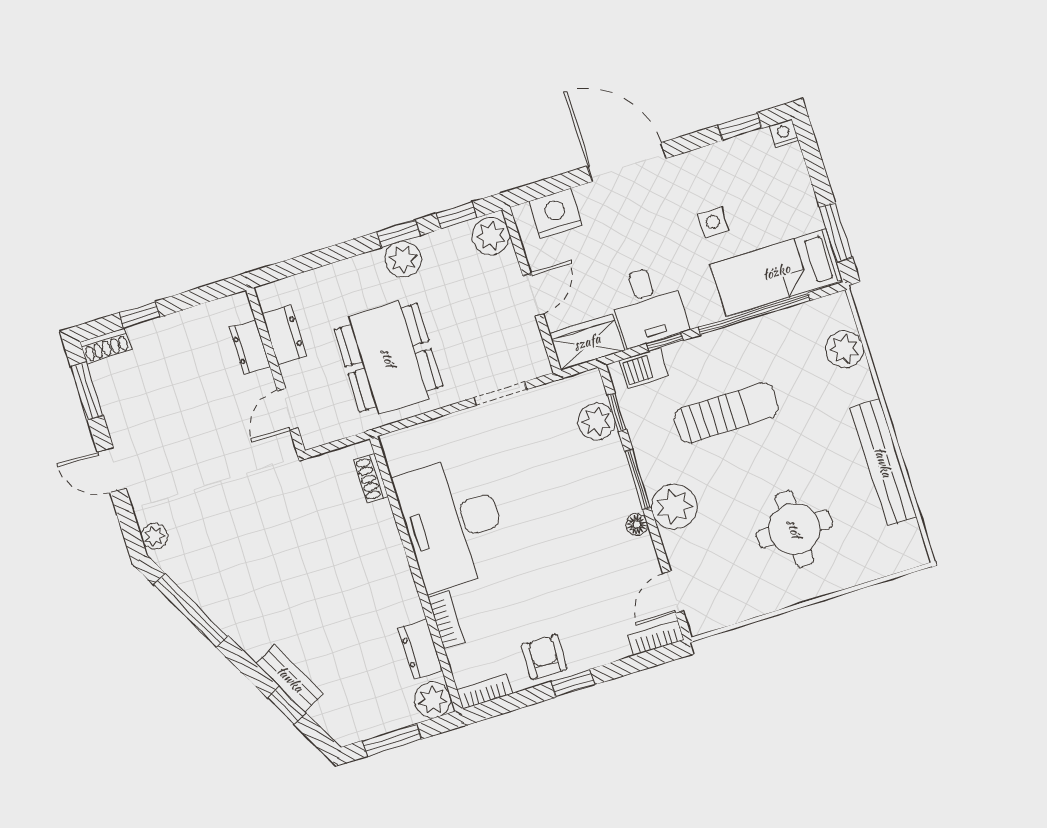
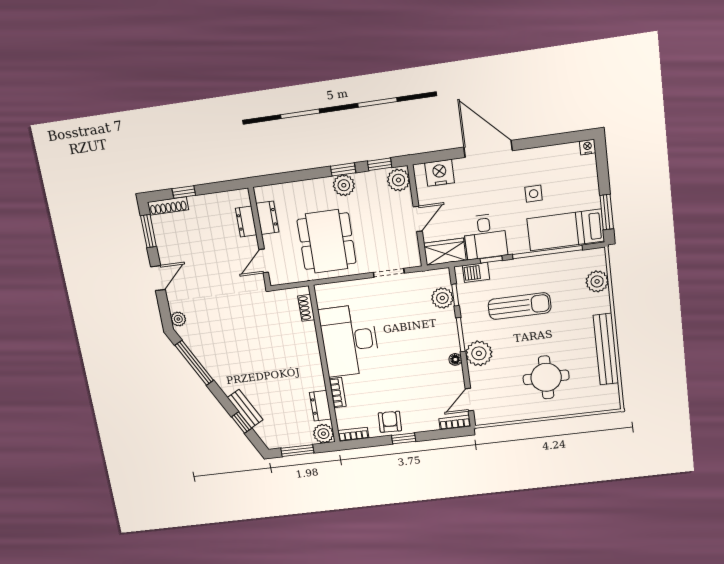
window: (740, 127) -> (562, 139), removed
shoe rack: (106, 346) -> (168, 206), width x1.43
door: (112, 470) -> (158, 278), swing flipped

